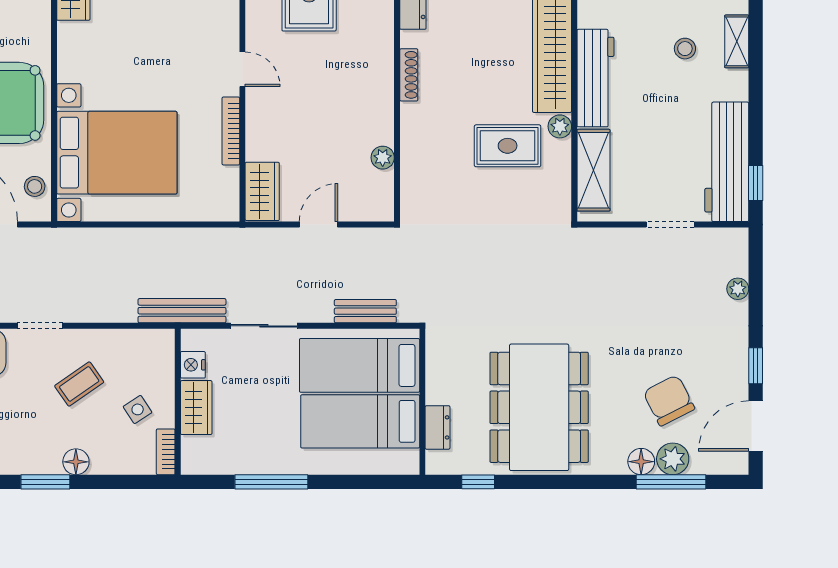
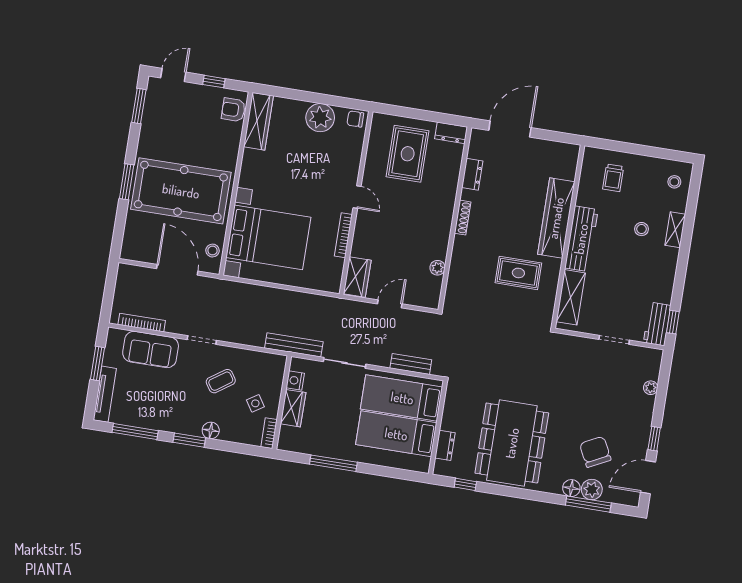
plant: (560, 126) -> (554, 266), removed
workbench: (727, 162) -> (657, 324), width x0.53, depth x0.76

